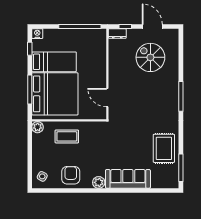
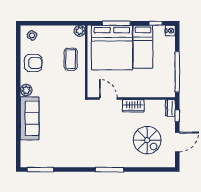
spiral stairs: (150, 57) -> (147, 140), turned 90
wardrobe: (115, 72) -> (133, 106), added
door: (107, 98) -> (108, 98), hinge flipped
rug: (164, 148) -> (59, 153), removed

